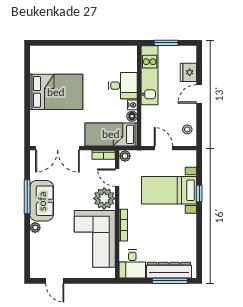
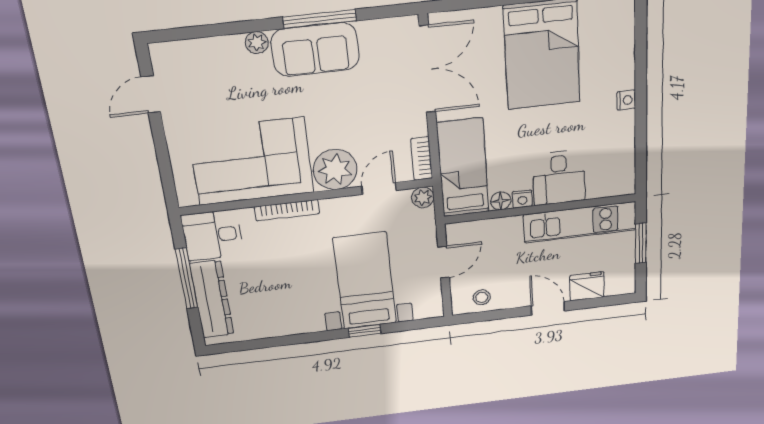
nightstand: (85, 50) -> (626, 100), added
double door: (58, 148) -> (427, 69), swing flipped
window: (170, 281) -> (187, 278), moved

